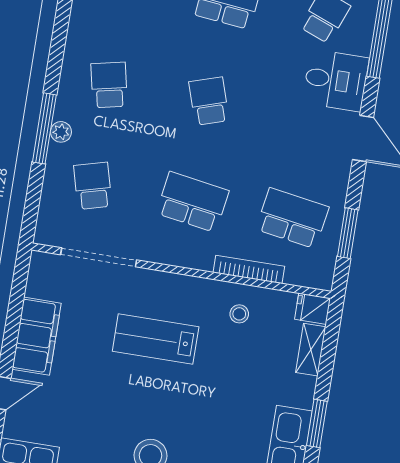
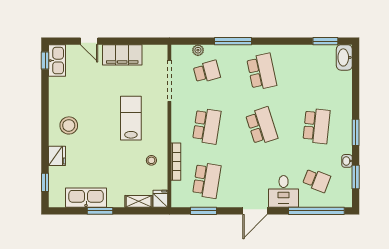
school desk: (109, 85) -> (262, 72), width x1.85
school desk: (209, 101) -> (262, 126), width x1.85
plant: (61, 132) -> (198, 50), moved

